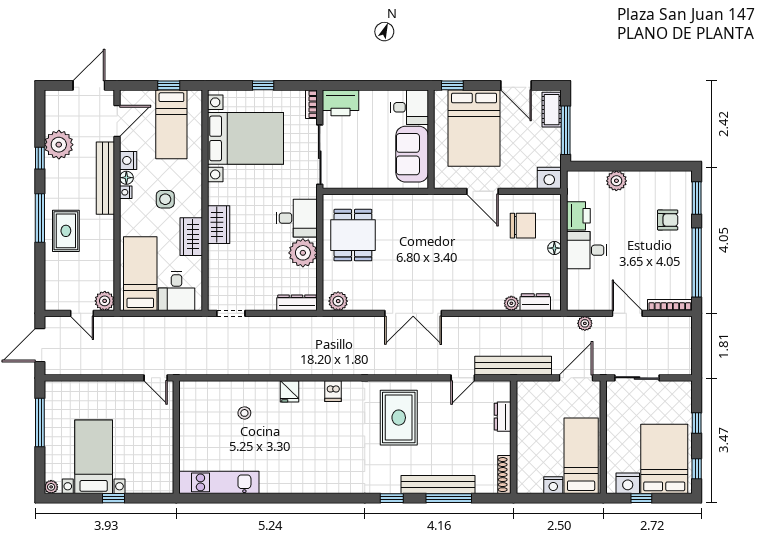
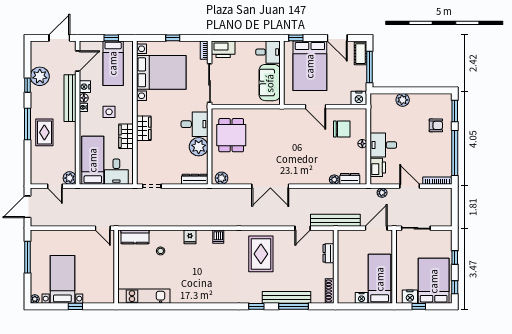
printer: (578, 216) -> (378, 167), moved
kitchen counter: (205, 391) -> (135, 237), added

